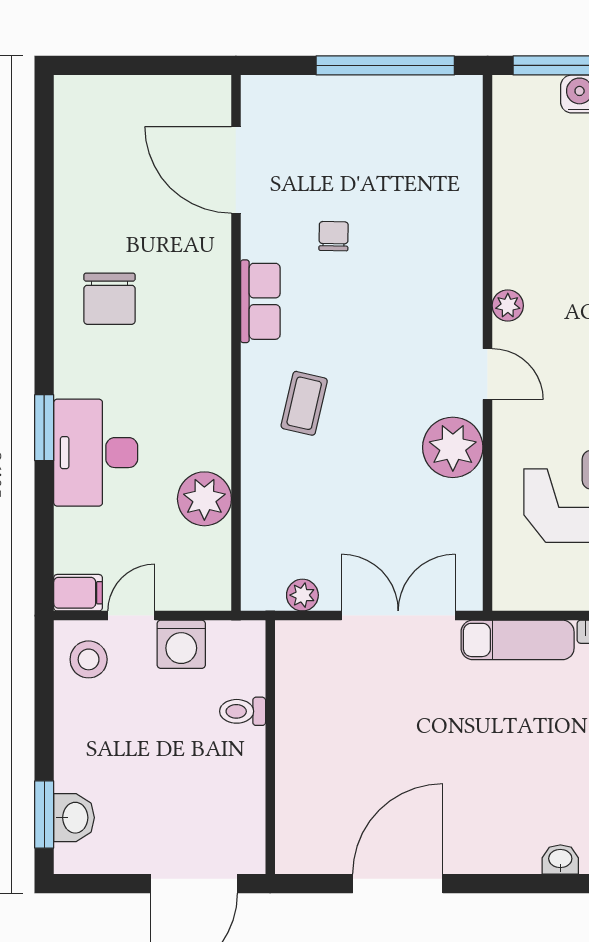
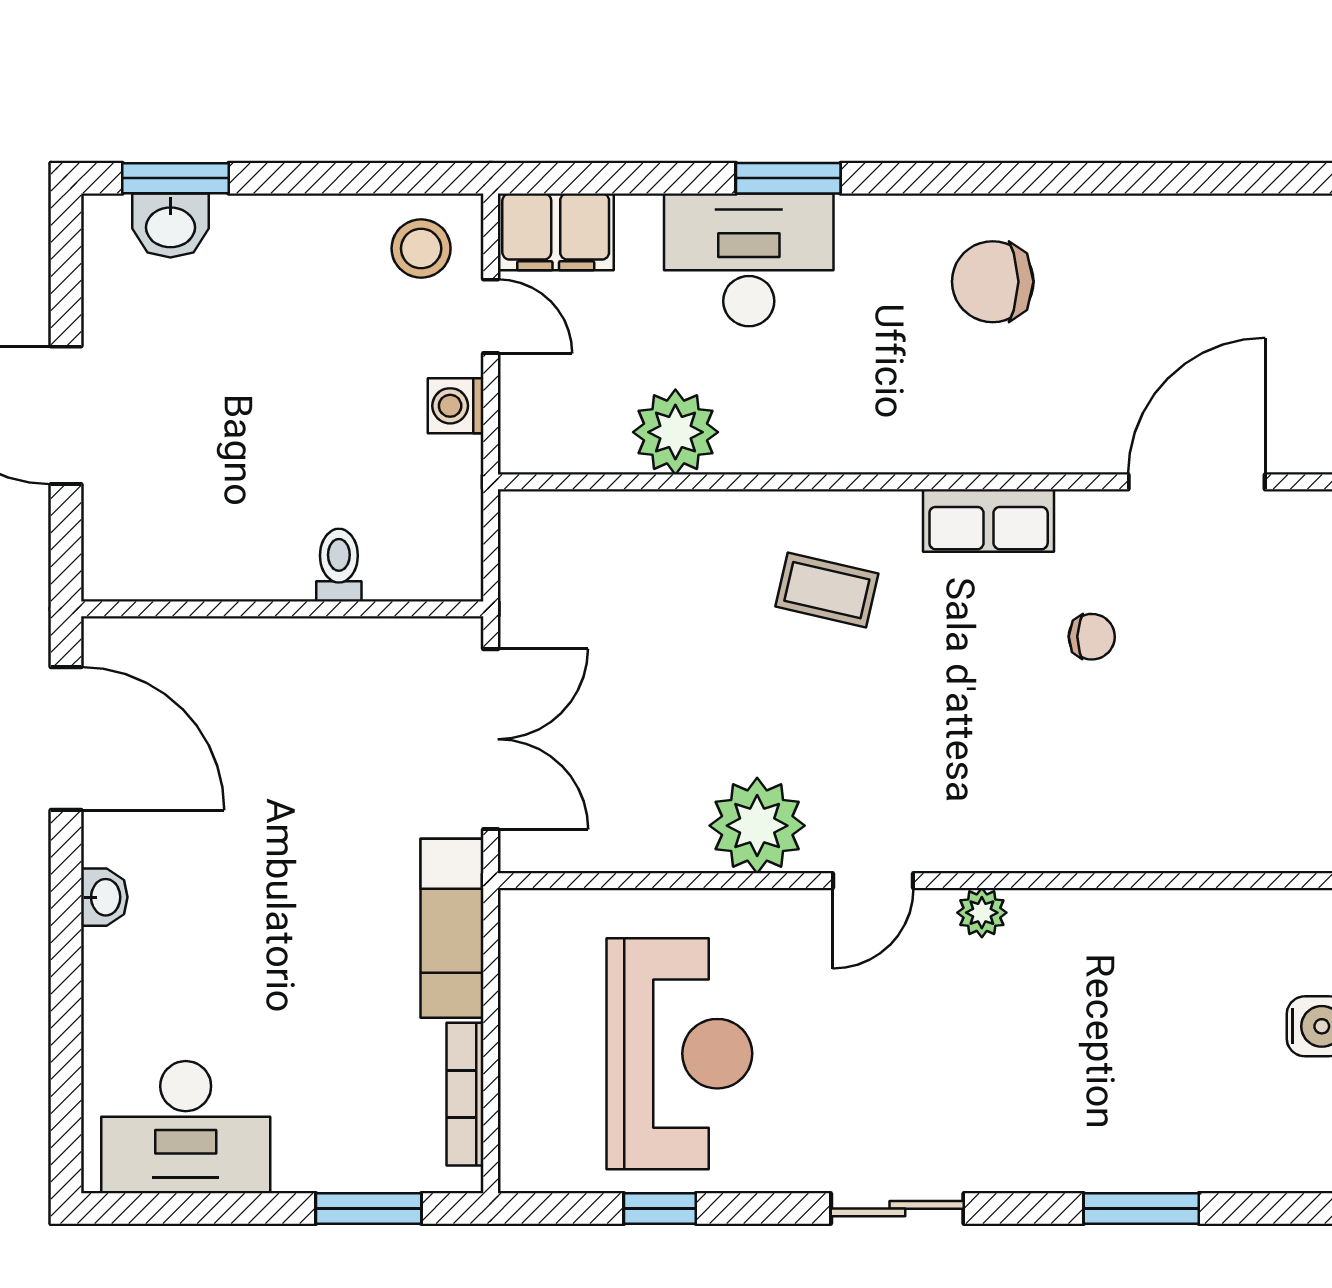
filing cabinet: (78, 593) -> (556, 232), width x2.00
plant: (302, 595) -> (523, 587), removed
washing machine: (181, 644) -> (456, 406), width x0.73, depth x0.73
toilet: (243, 711) -> (339, 565), moved
wall: (270, 747) -> (282, 609), moved
washbasin: (560, 859) -> (104, 897), moved

